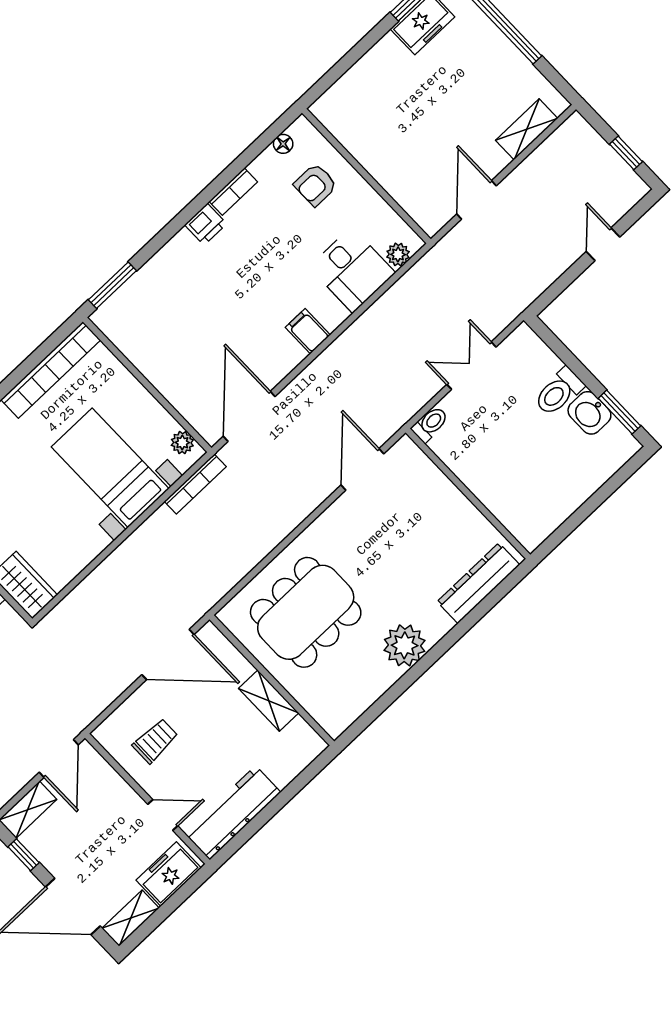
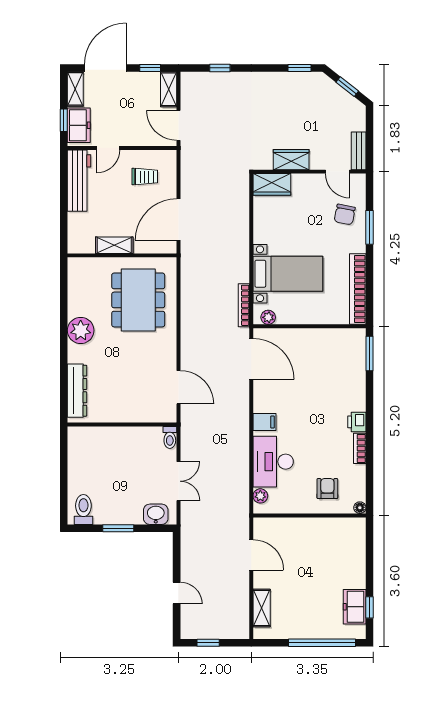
floor lamp: (283, 144) -> (360, 508), moved
desk: (352, 270) -> (273, 462), width x1.37
toilet: (559, 392) -> (83, 509), moved
window: (619, 412) -> (118, 528), moved
washbasin: (589, 413) -> (156, 514), moved
trolley: (155, 741) -> (145, 177), turned -90
window: (180, 897) -> (64, 120), added

